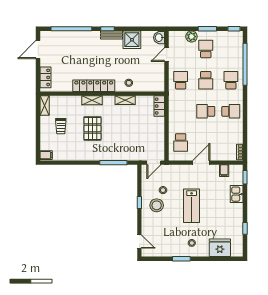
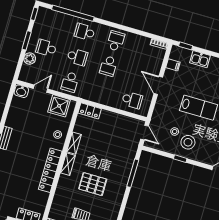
shower: (132, 40) -> (59, 106), moved
door: (167, 55) -> (41, 89), swing flipped
school desk: (181, 80) -> (70, 82), turned -90
shelving: (92, 100) -> (68, 164), moved

